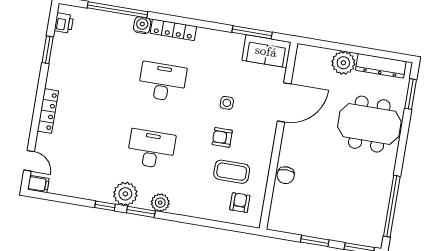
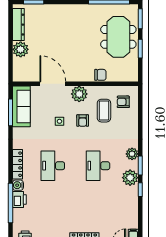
printer: (120, 24) -> (19, 199), added
sofa: (266, 51) -> (21, 106), width x1.36
meeting table: (369, 124) -> (118, 37), moved
plant: (262, 139) -> (79, 94), added

